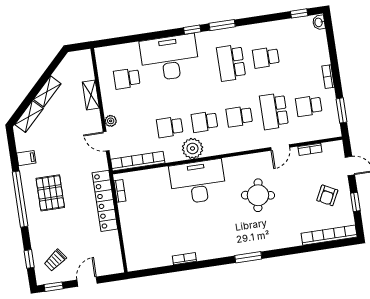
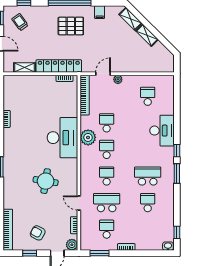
desk: (170, 58) -> (162, 131), width x0.73, depth x0.77
shelving: (91, 95) -> (25, 68), moved
plant: (336, 148) -> (72, 245), added

